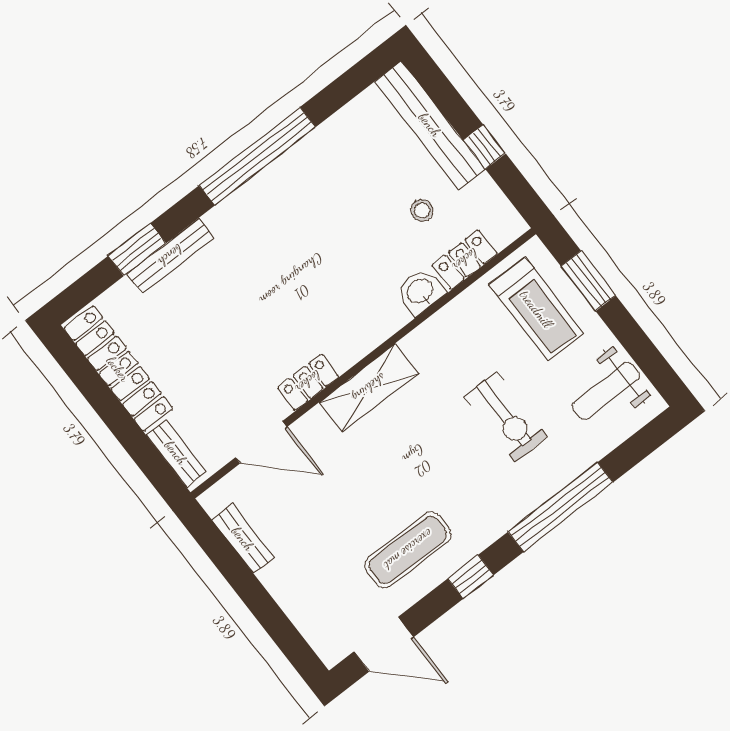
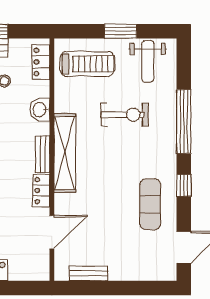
locker: (465, 260) -> (41, 62), moved
window: (588, 281) -> (121, 31), moved
shelving: (369, 388) -> (65, 153), width x1.47
bench: (176, 453) -> (43, 154), moved, turned 90

